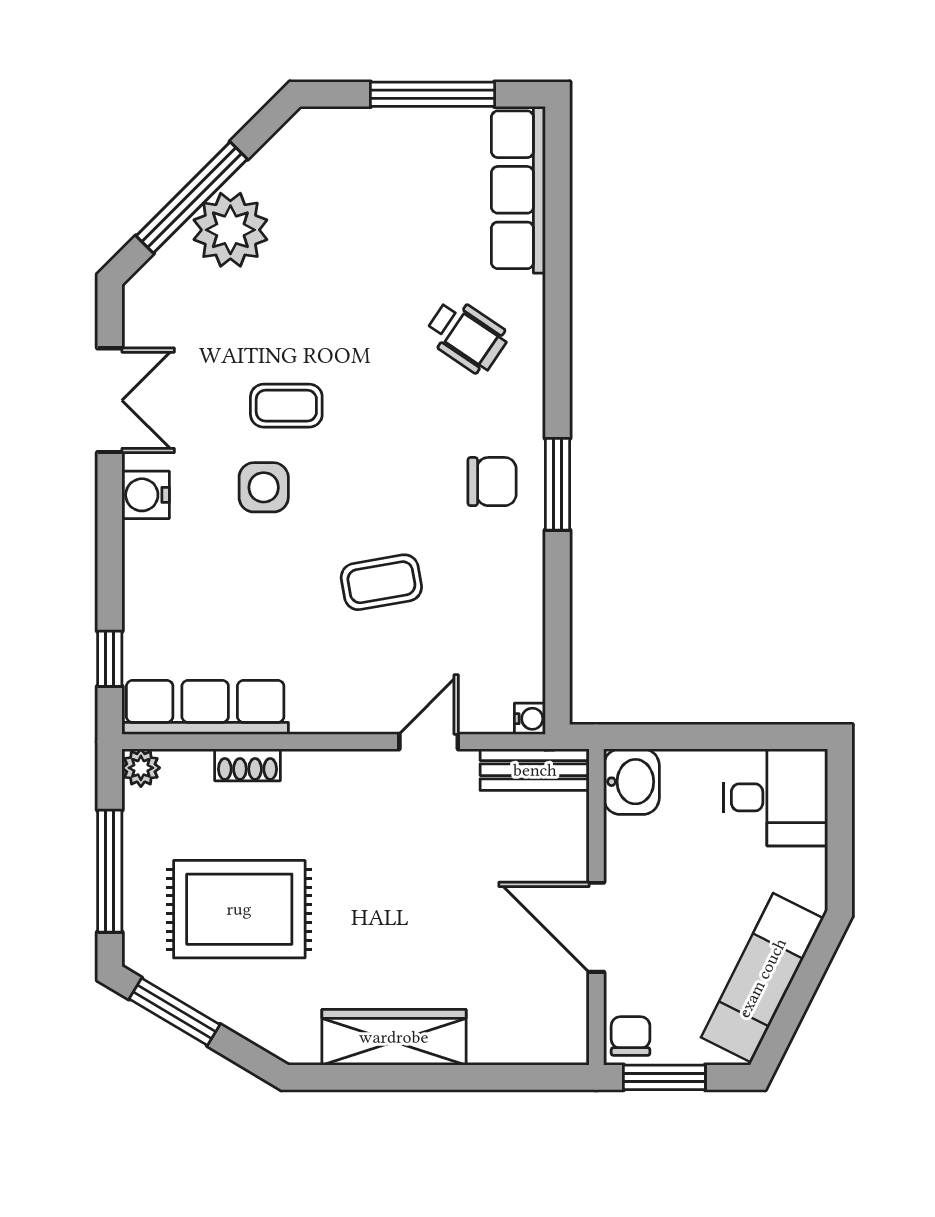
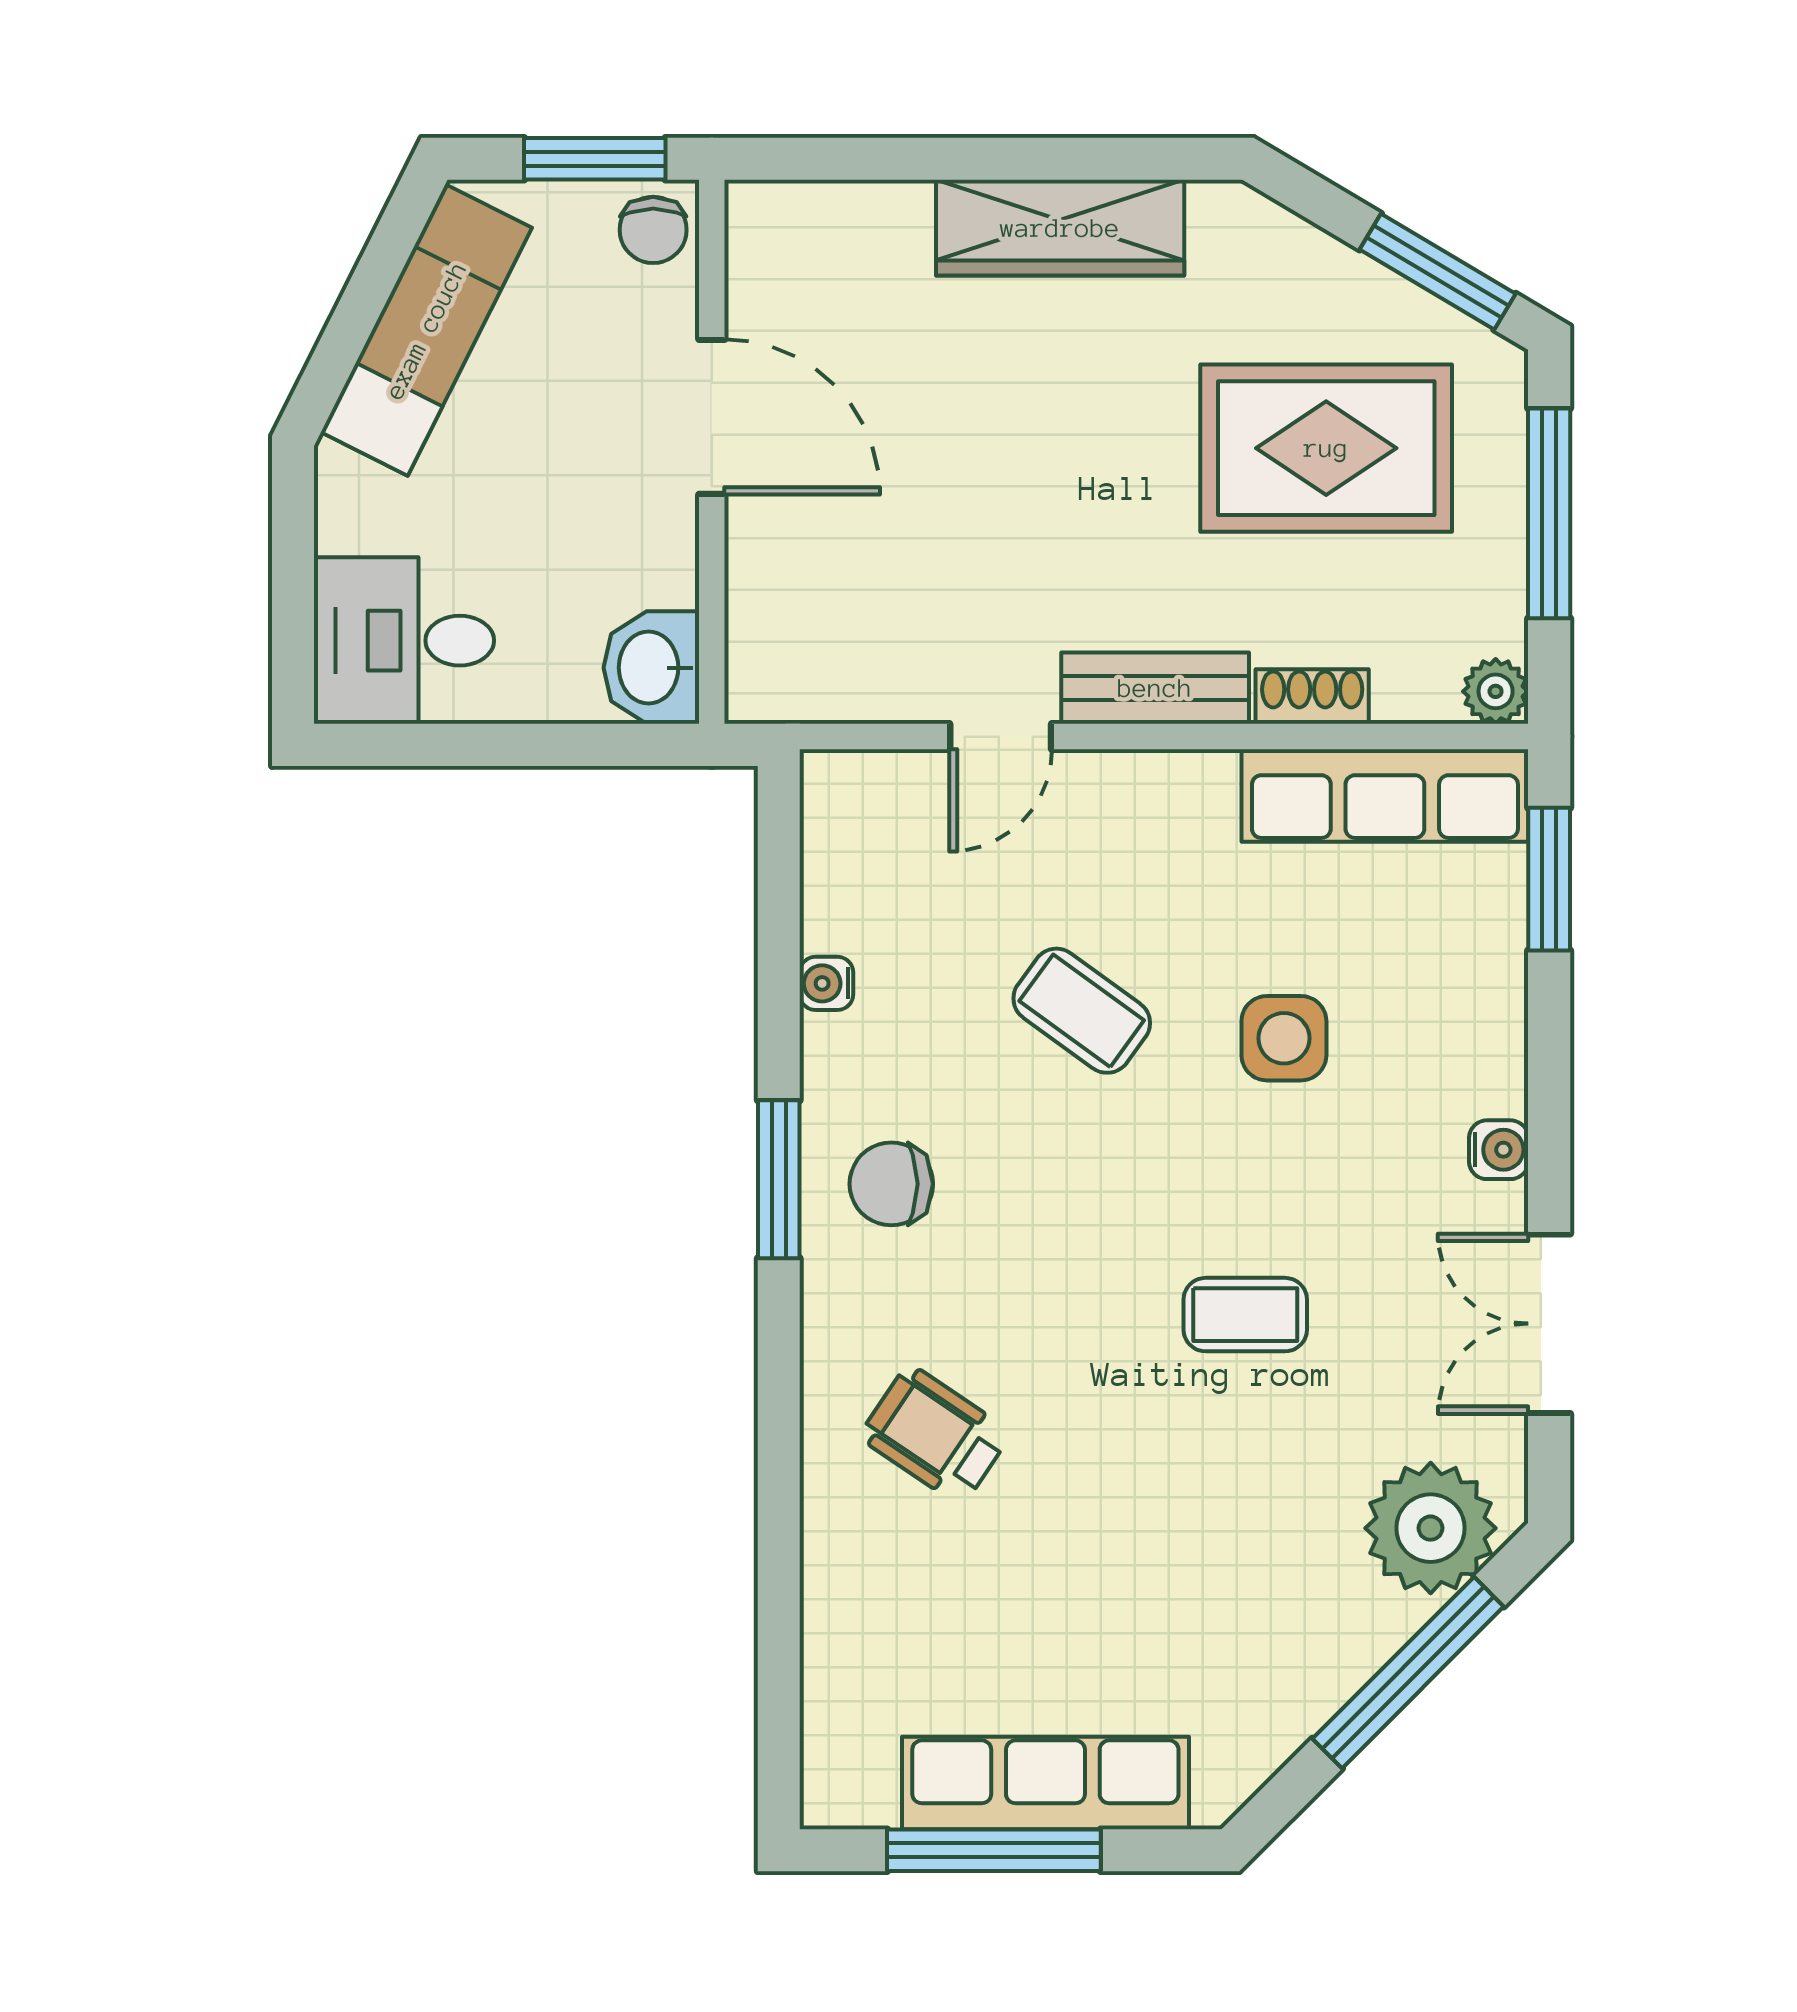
row of seats: (518, 190) -> (1045, 1783), moved, turned -90
plant: (230, 230) -> (1431, 1528), moved
side table: (264, 487) -> (1284, 1038), moved
water cooler: (146, 495) -> (1499, 1150), width x0.72, depth x0.72
coffee table: (381, 582) -> (1082, 1011), turned 46
window: (110, 659) -> (1549, 879), width x1.50
water cooler: (530, 719) -> (826, 983), moved
bench: (535, 770) -> (1155, 688), moved

